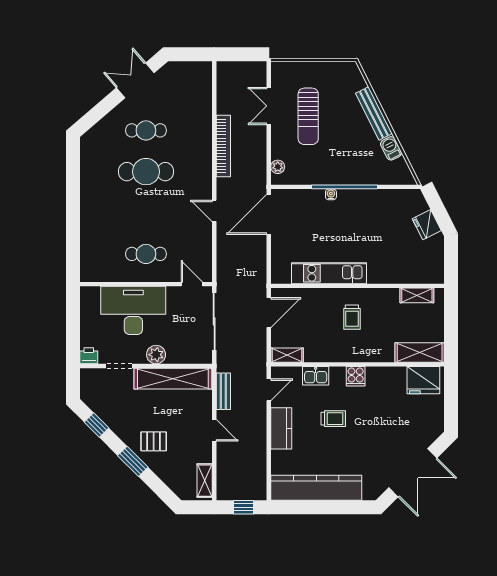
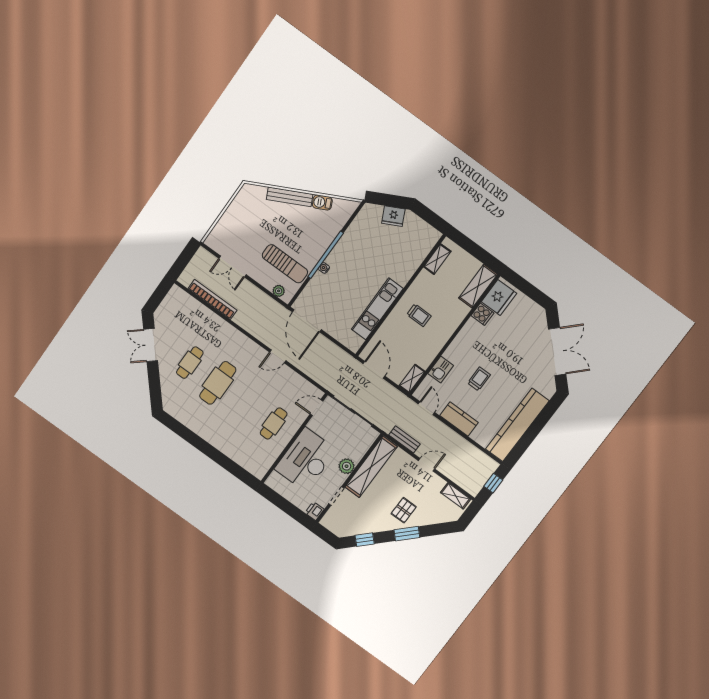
sun lounger: (308, 116) -> (285, 264), moved
bookcase: (223, 146) -> (212, 299), moved
cooker: (356, 376) -> (482, 314), moved

